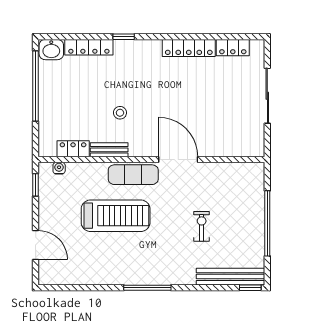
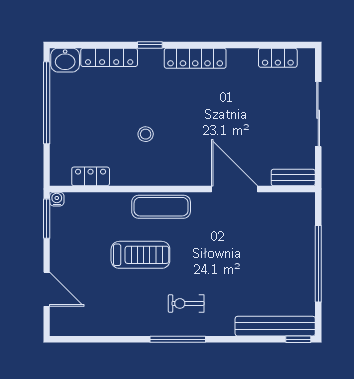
locker: (189, 48) -> (195, 58), moved
bench: (109, 150) -> (293, 178), moved
door: (178, 160) -> (235, 189), moved
water cooler: (59, 168) -> (57, 199), moved
window: (36, 185) -> (47, 219), width x1.50
treadmill: (116, 216) -> (140, 255), width x0.73, depth x0.73
exercise bike: (202, 226) -> (186, 303), moved, turned -90

